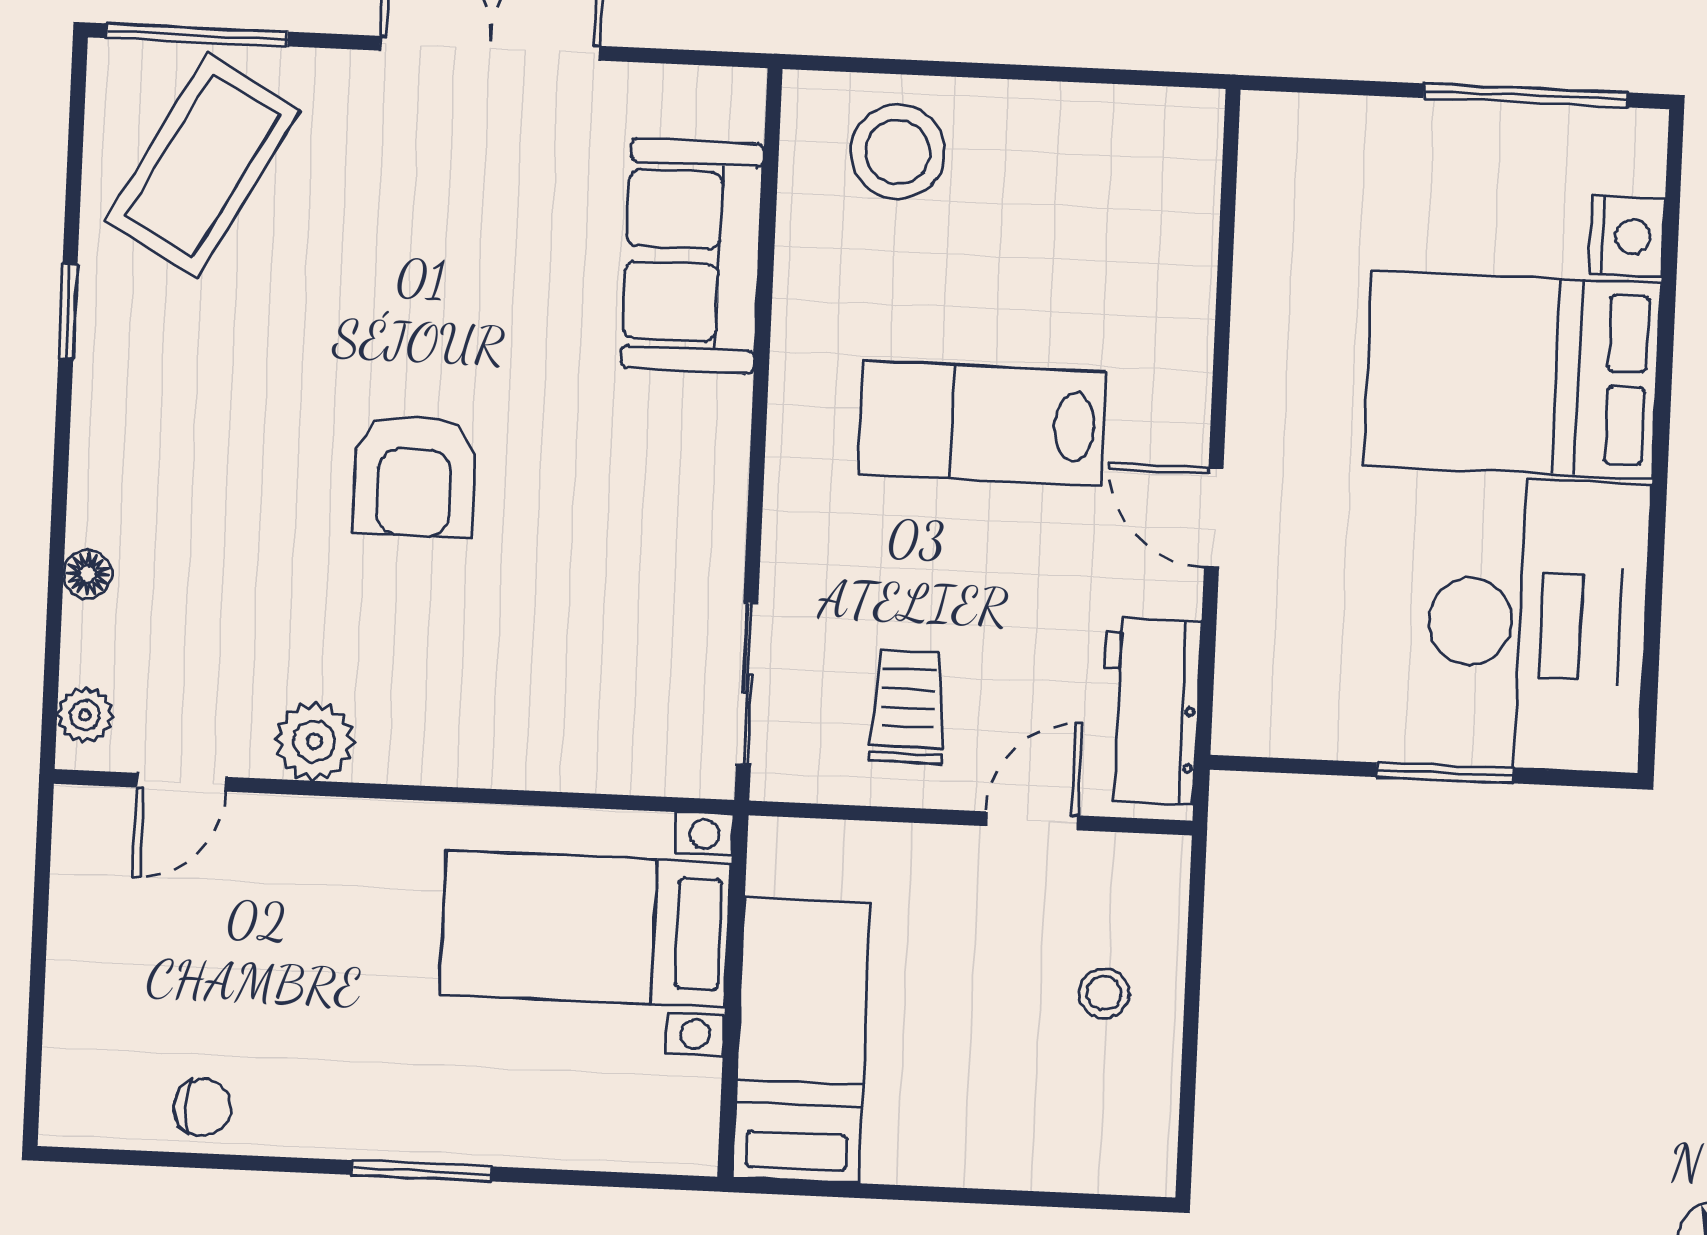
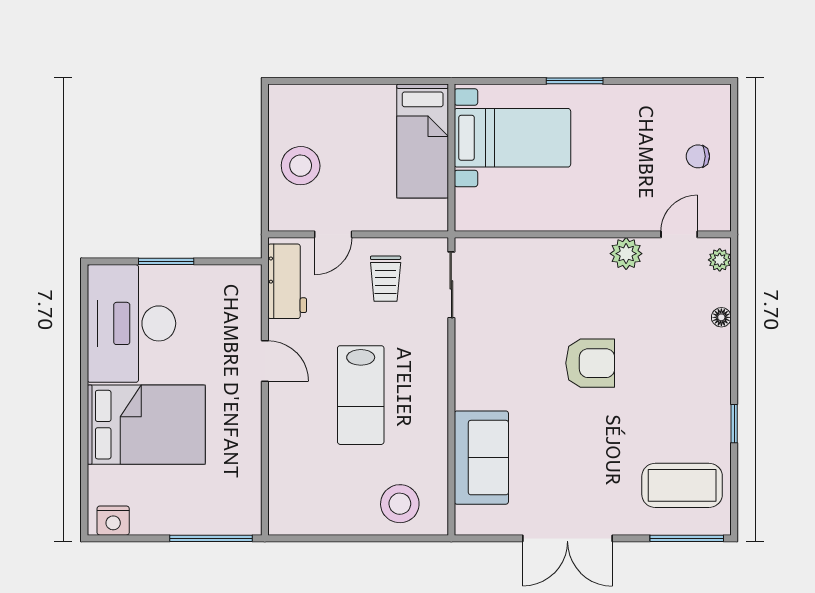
window: (1526, 95) -> (211, 538), moved
coffee table: (203, 165) -> (682, 485), turned 61
nightstand: (1627, 236) -> (113, 521), moved, turned -90
lab bench: (982, 423) -> (361, 395), turned 90
armchair: (415, 476) -> (590, 363), turned 90
bed with nightstands: (586, 929) -> (512, 138), moved
stool: (1104, 993) -> (301, 166), width x1.89, depth x1.89
chair: (202, 1107) -> (698, 156), moved

